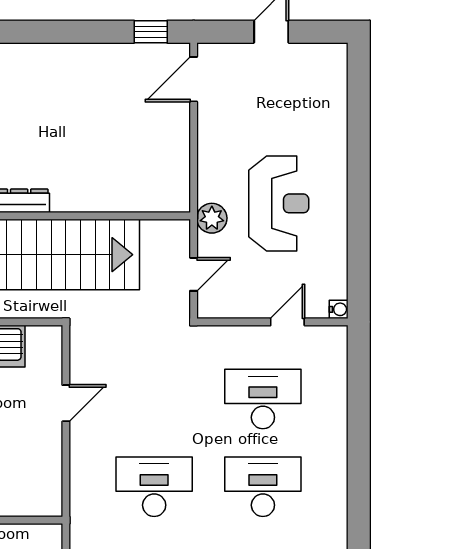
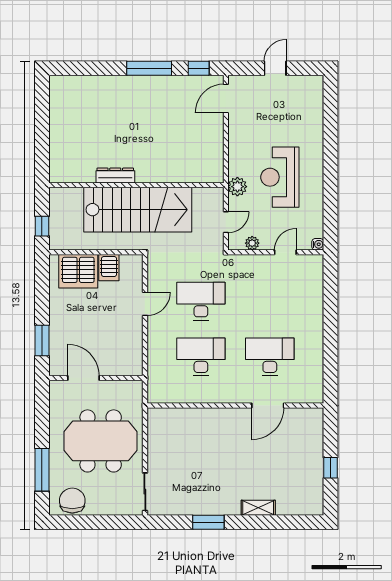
window: (72, 32) -> (149, 68), added
reception desk: (279, 203) -> (280, 177), turned 180
plant: (235, 308) -> (252, 243), added
desk: (263, 399) -> (201, 301), moved

